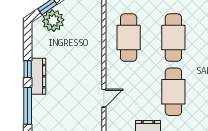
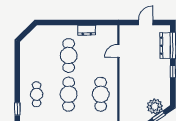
dresser: (38, 76) -> (165, 46), moved

